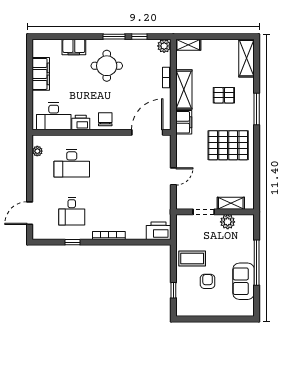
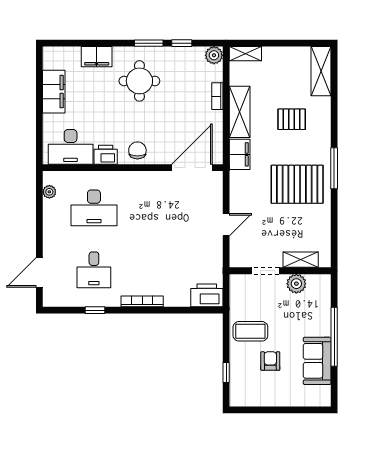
window: (257, 109) -> (334, 168), moved

